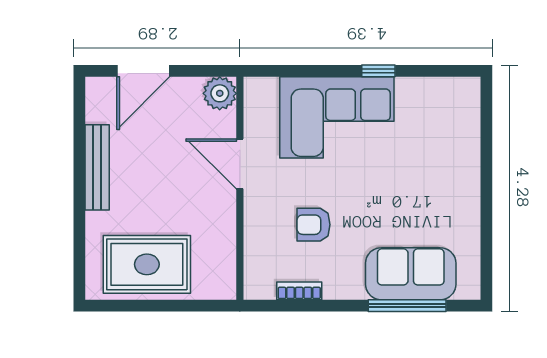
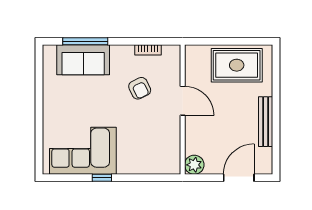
corner sofa: (337, 117) -> (83, 151), moved
door: (240, 164) -> (183, 101), moved
armchair: (313, 225) -> (140, 88), turned 64

